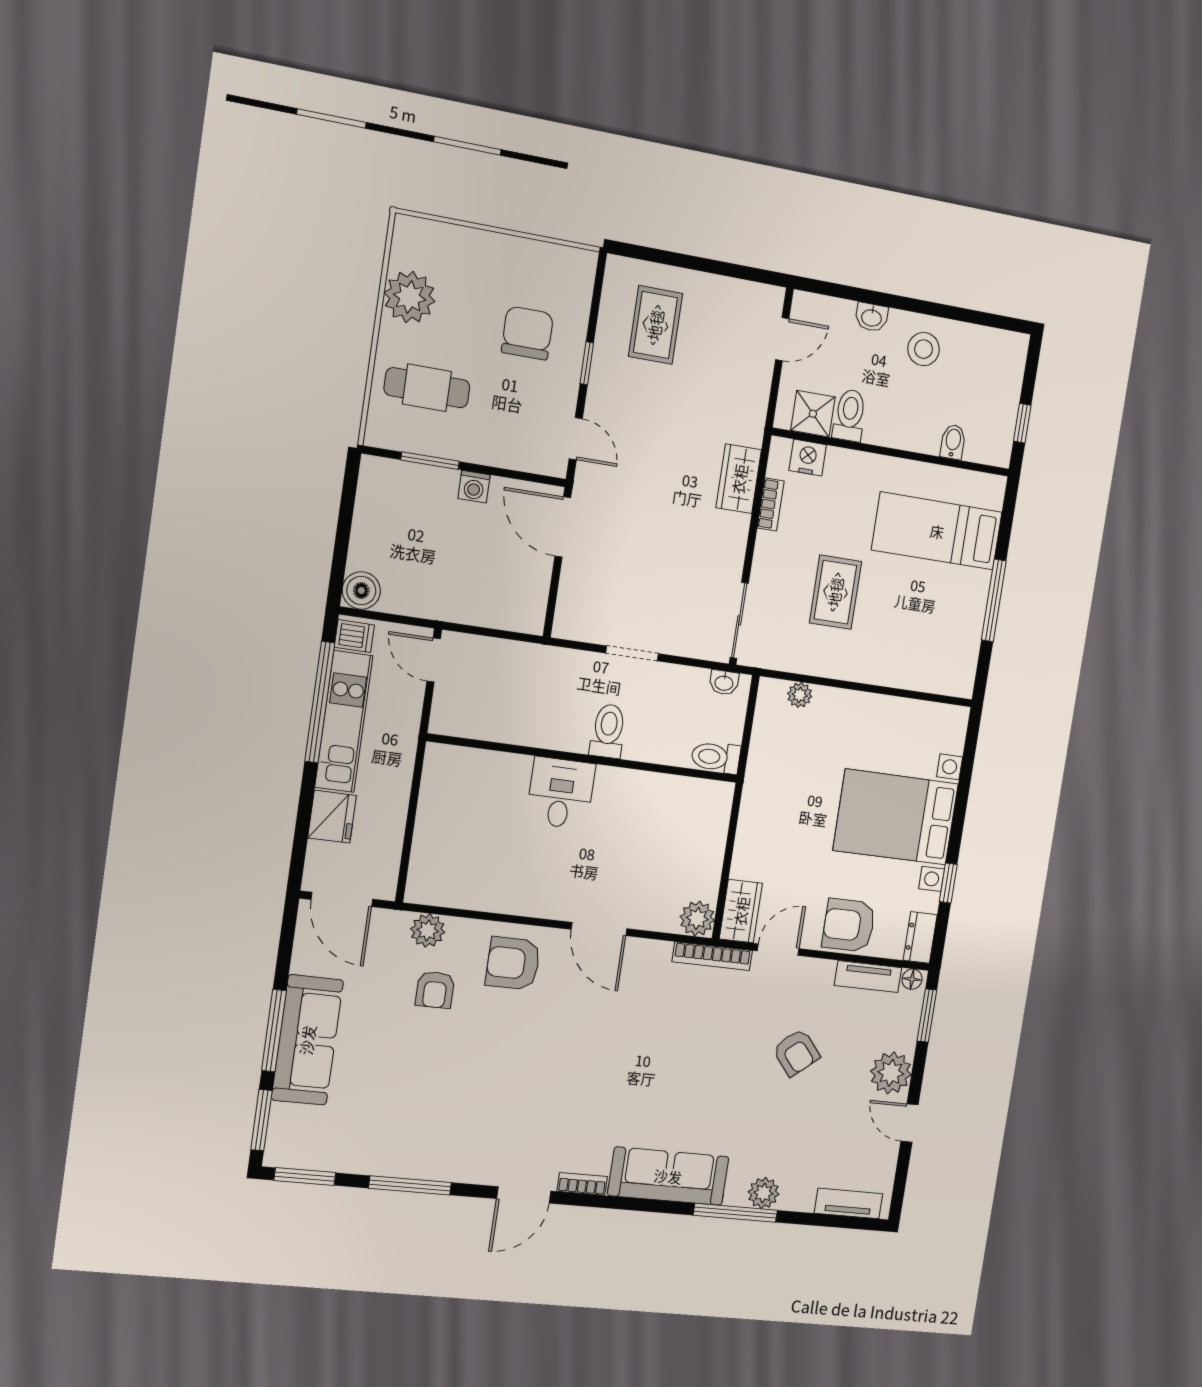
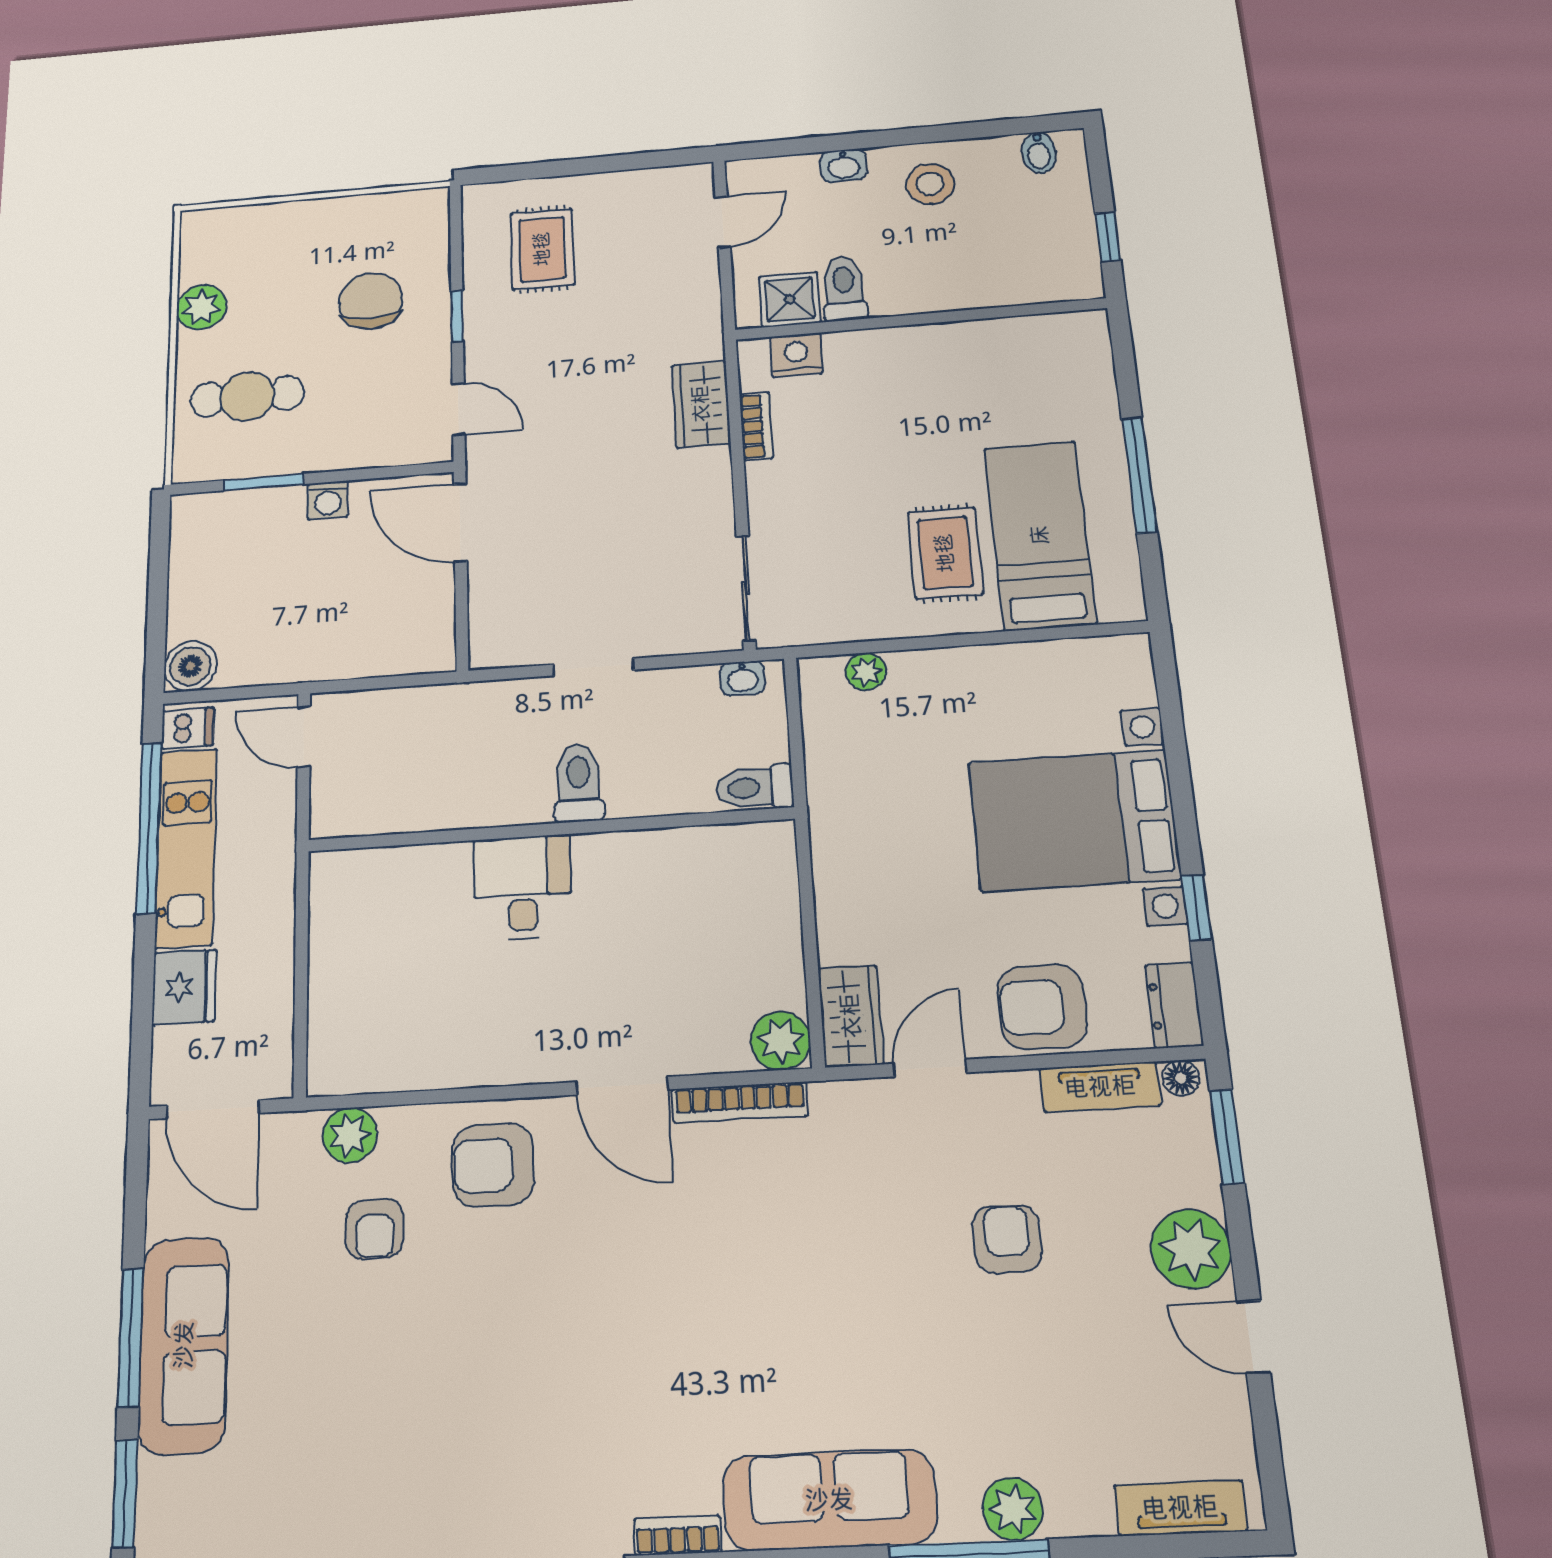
plant: (410, 297) -> (201, 307), width x0.73, depth x0.73
bidet: (953, 442) -> (1039, 153), moved, turned 180
bed: (937, 531) -> (1040, 535), moved, turned 90
rug: (835, 592) -> (945, 553), moved
bookcase: (712, 956) -> (740, 1102), moved
armchair: (796, 1053) -> (1007, 1239), turned -140

